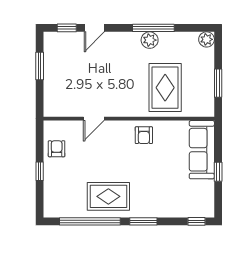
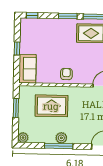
rug: (165, 88) -> (51, 106), turned 90
sofa: (202, 150) -> (28, 69), width x0.73

